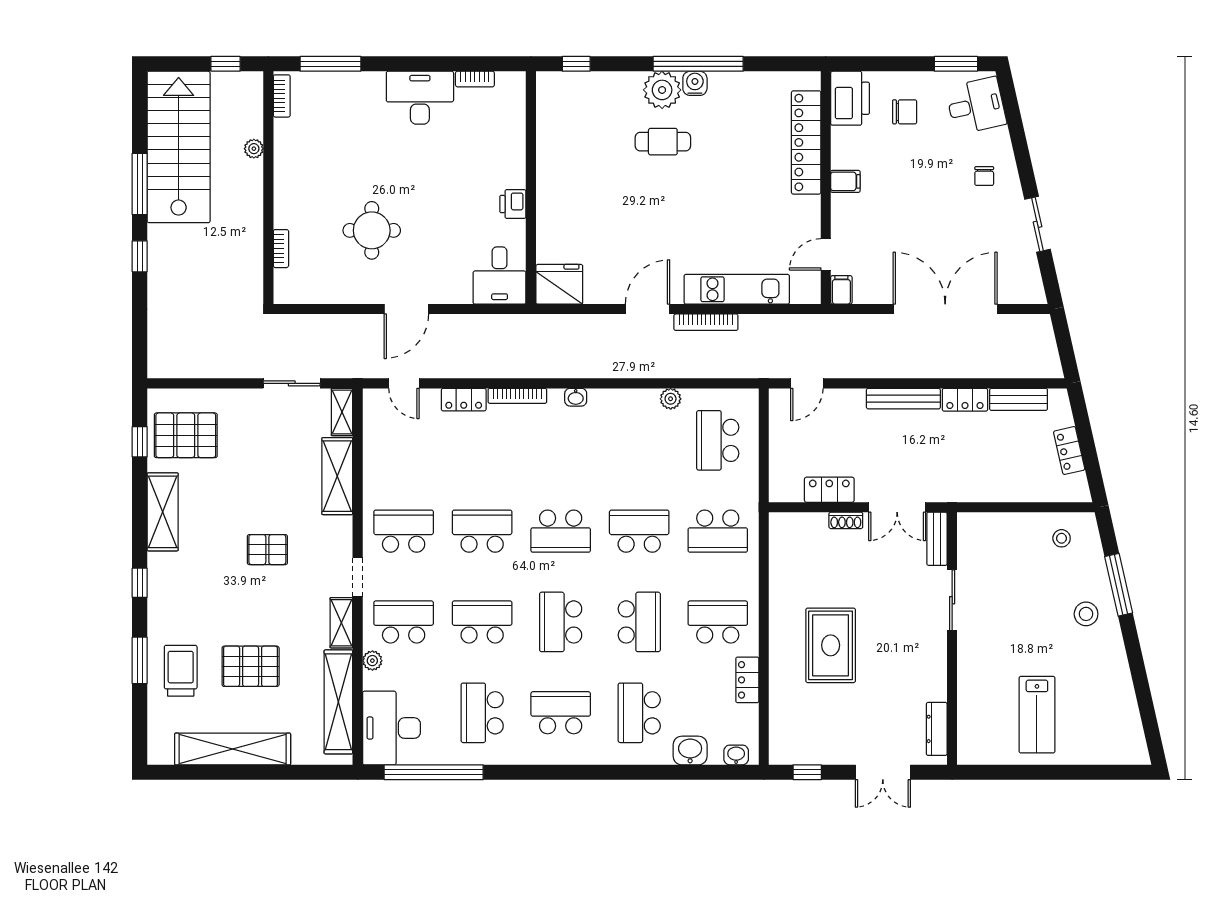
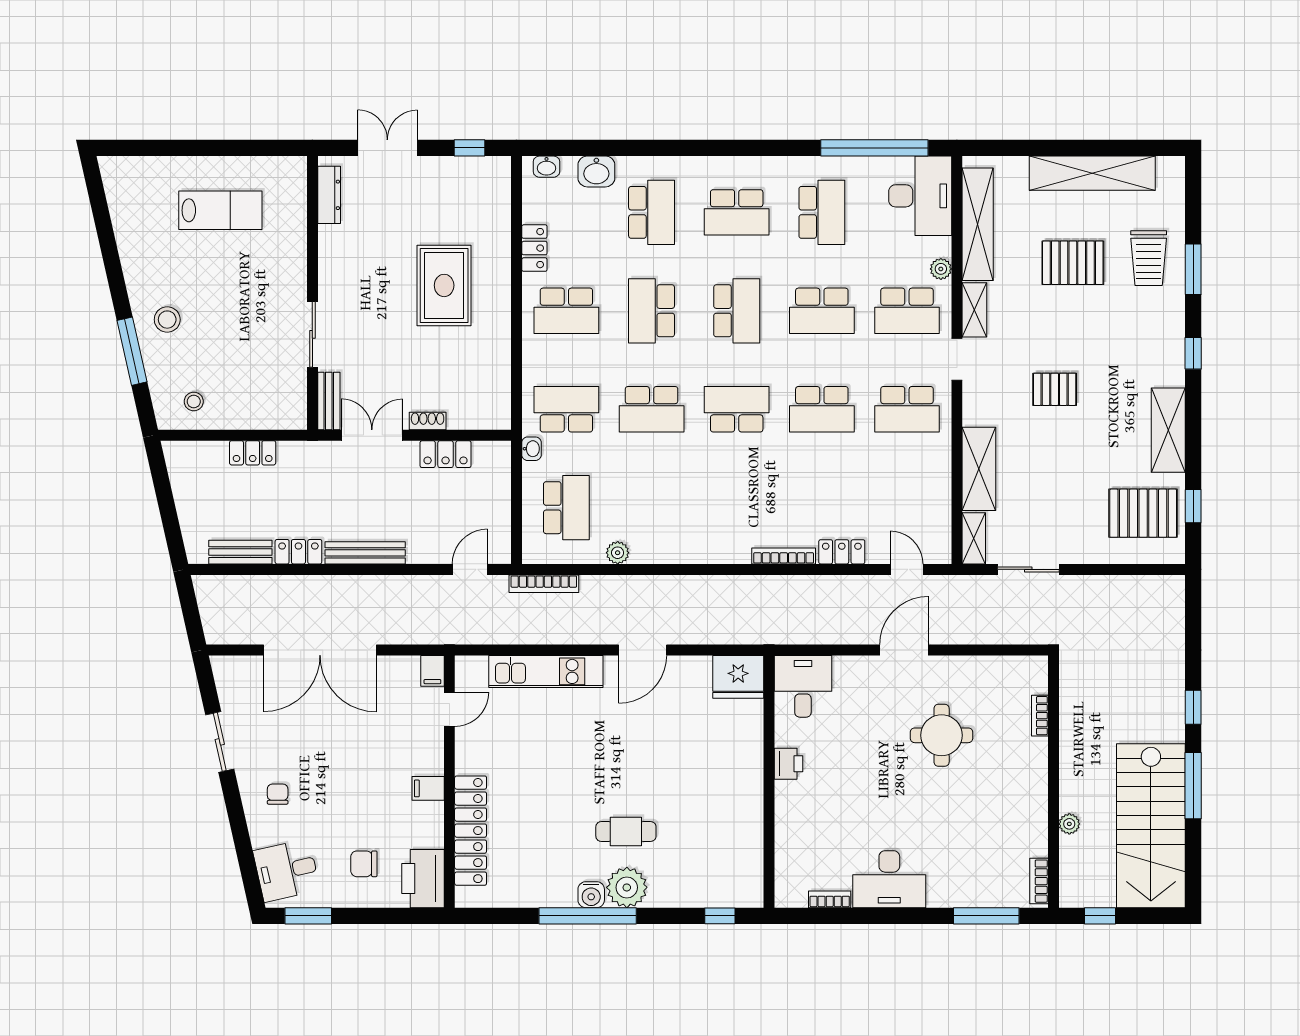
bookcase: (706, 322) -> (544, 584), moved, turned 180
washbasin: (576, 397) -> (531, 449), moved, turned 90
locker: (1069, 451) -> (253, 453), moved, turned 103
lab bench: (1037, 715) -> (220, 210), turned 90

